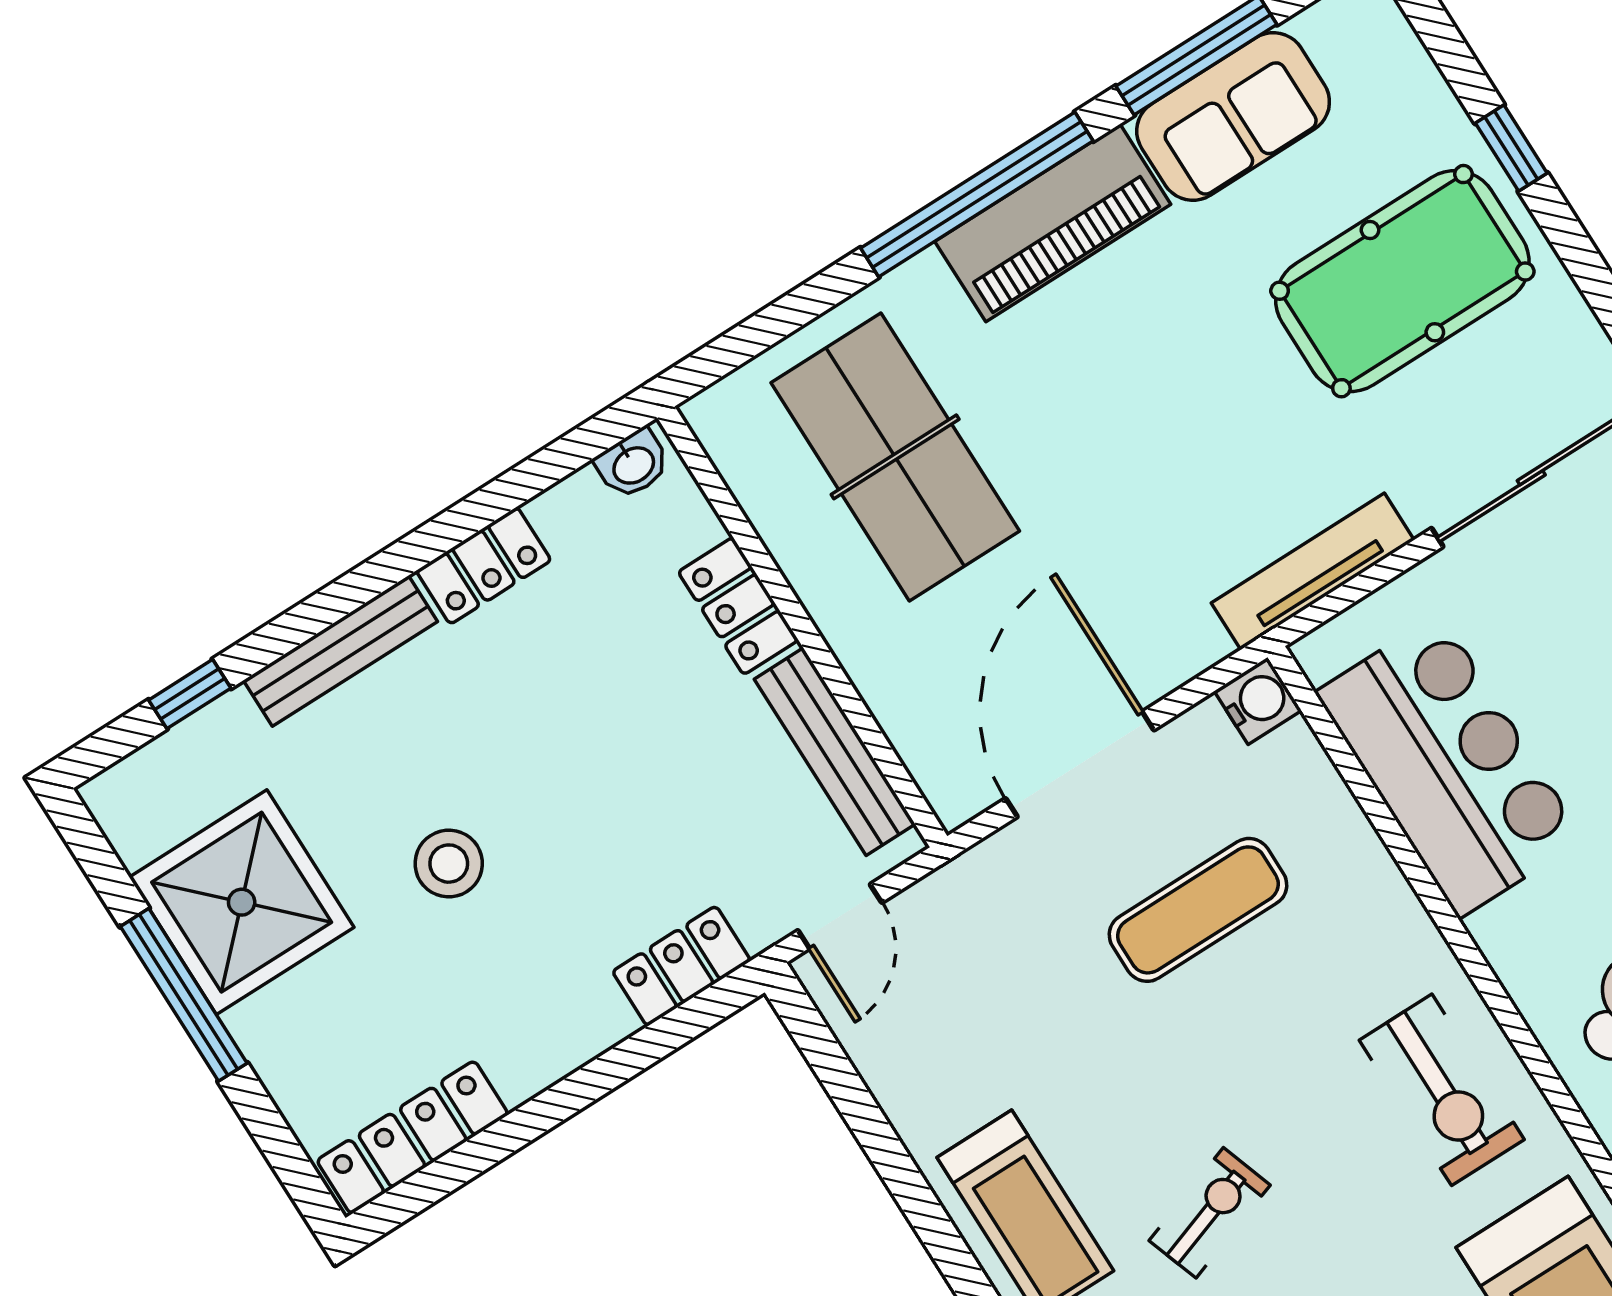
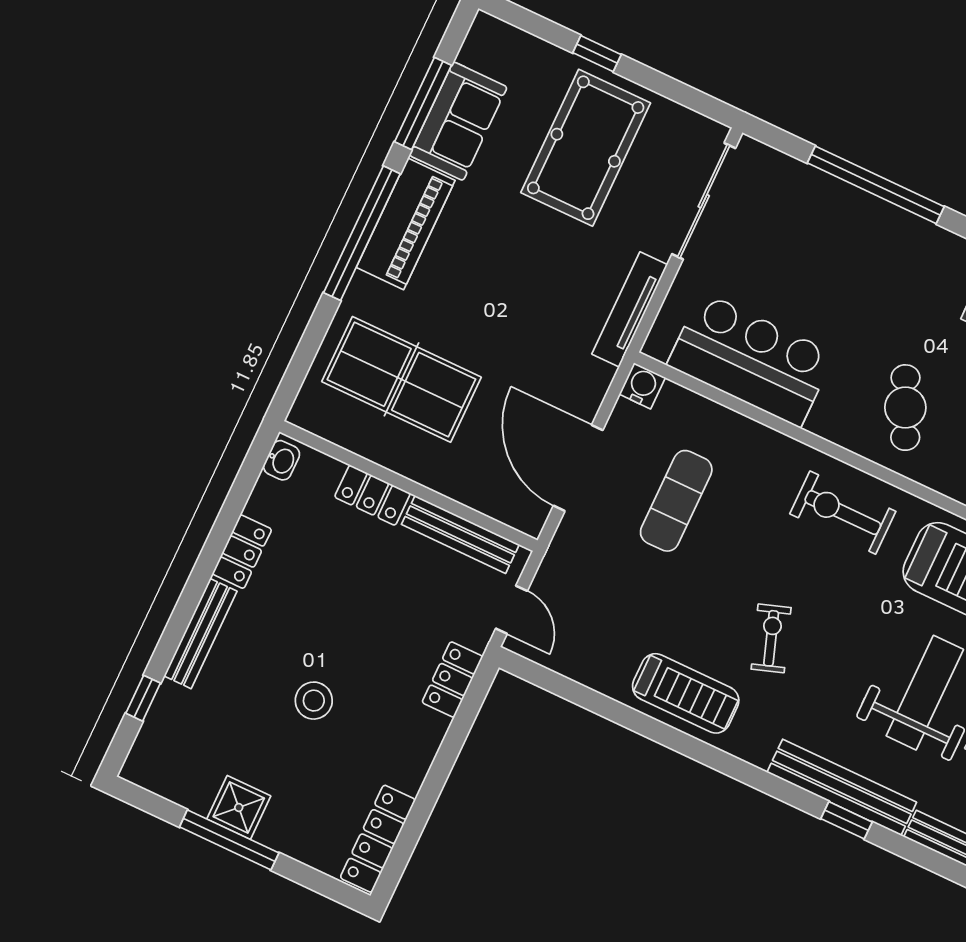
shower: (242, 902) -> (239, 807), width x0.54, depth x0.54
exercise bike: (1442, 1090) -> (843, 513), turned 180

